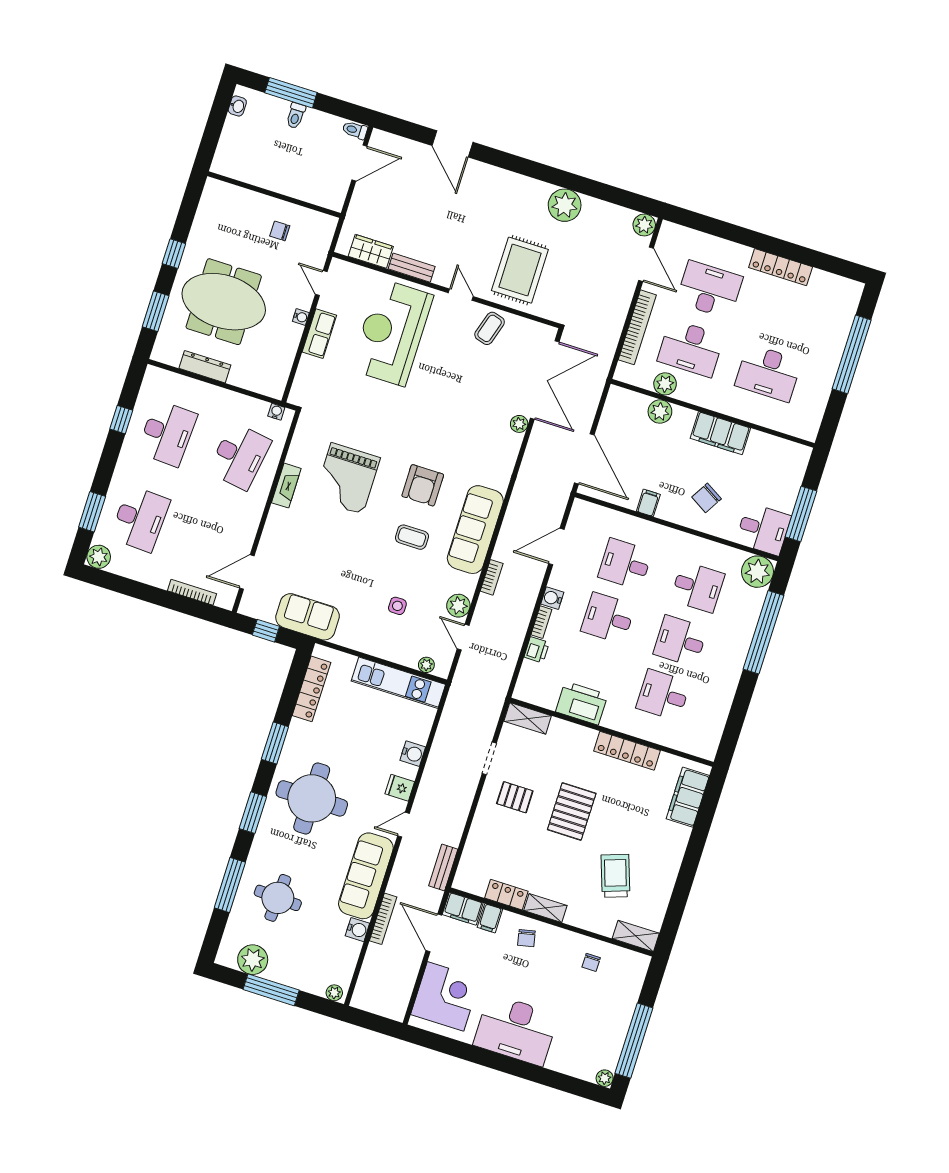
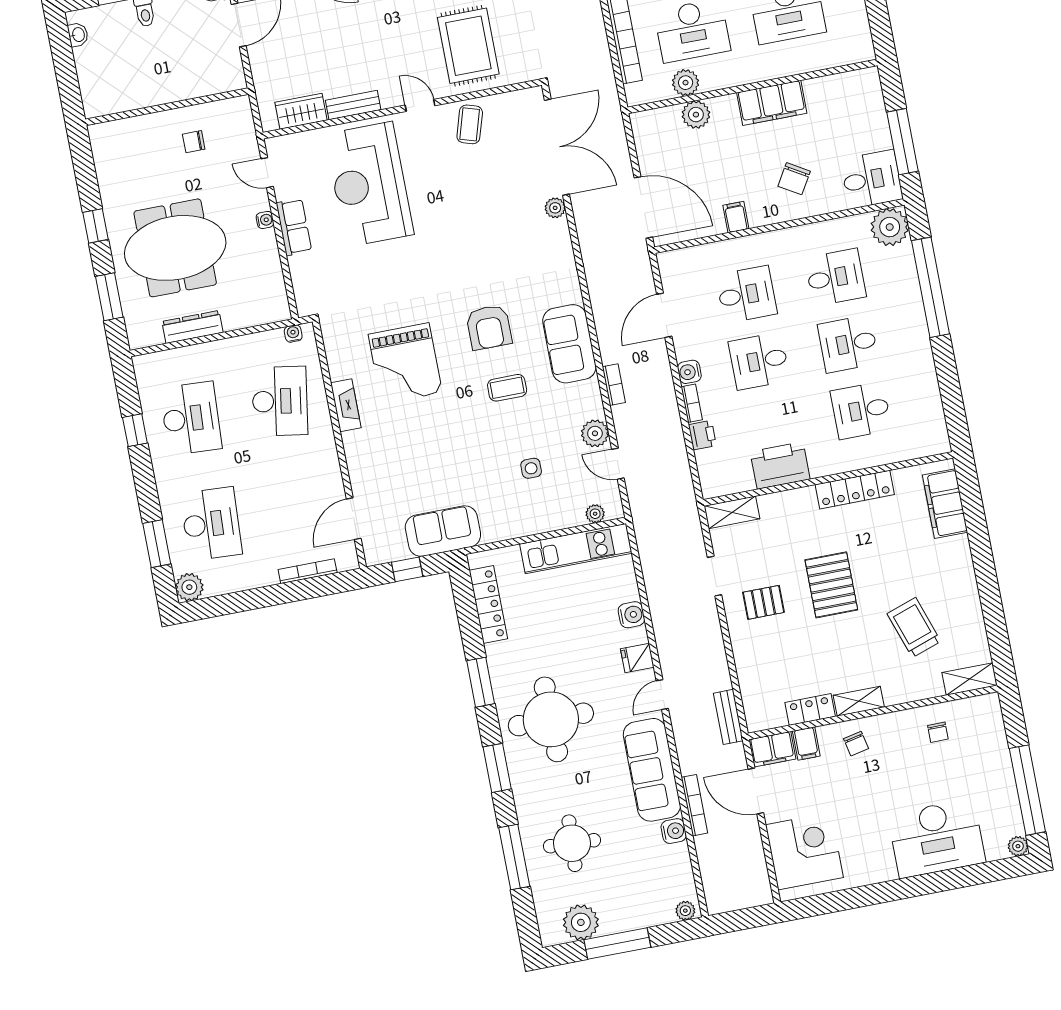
sofa: (475, 530) -> (569, 344), width x0.73
desk: (625, 564) -> (746, 294), turned 180
desk: (516, 1030) -> (937, 838), moved

